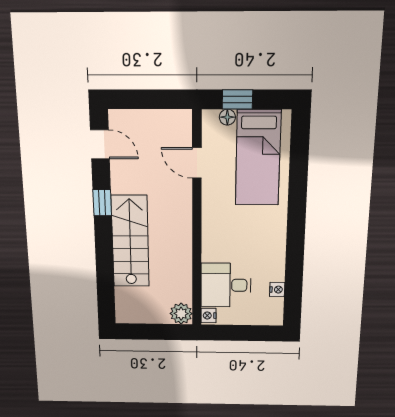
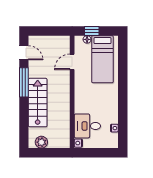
door: (197, 163) -> (72, 62), hinge flipped
window: (102, 203) -> (24, 82), width x2.17
plant: (181, 314) -> (41, 142), moved

